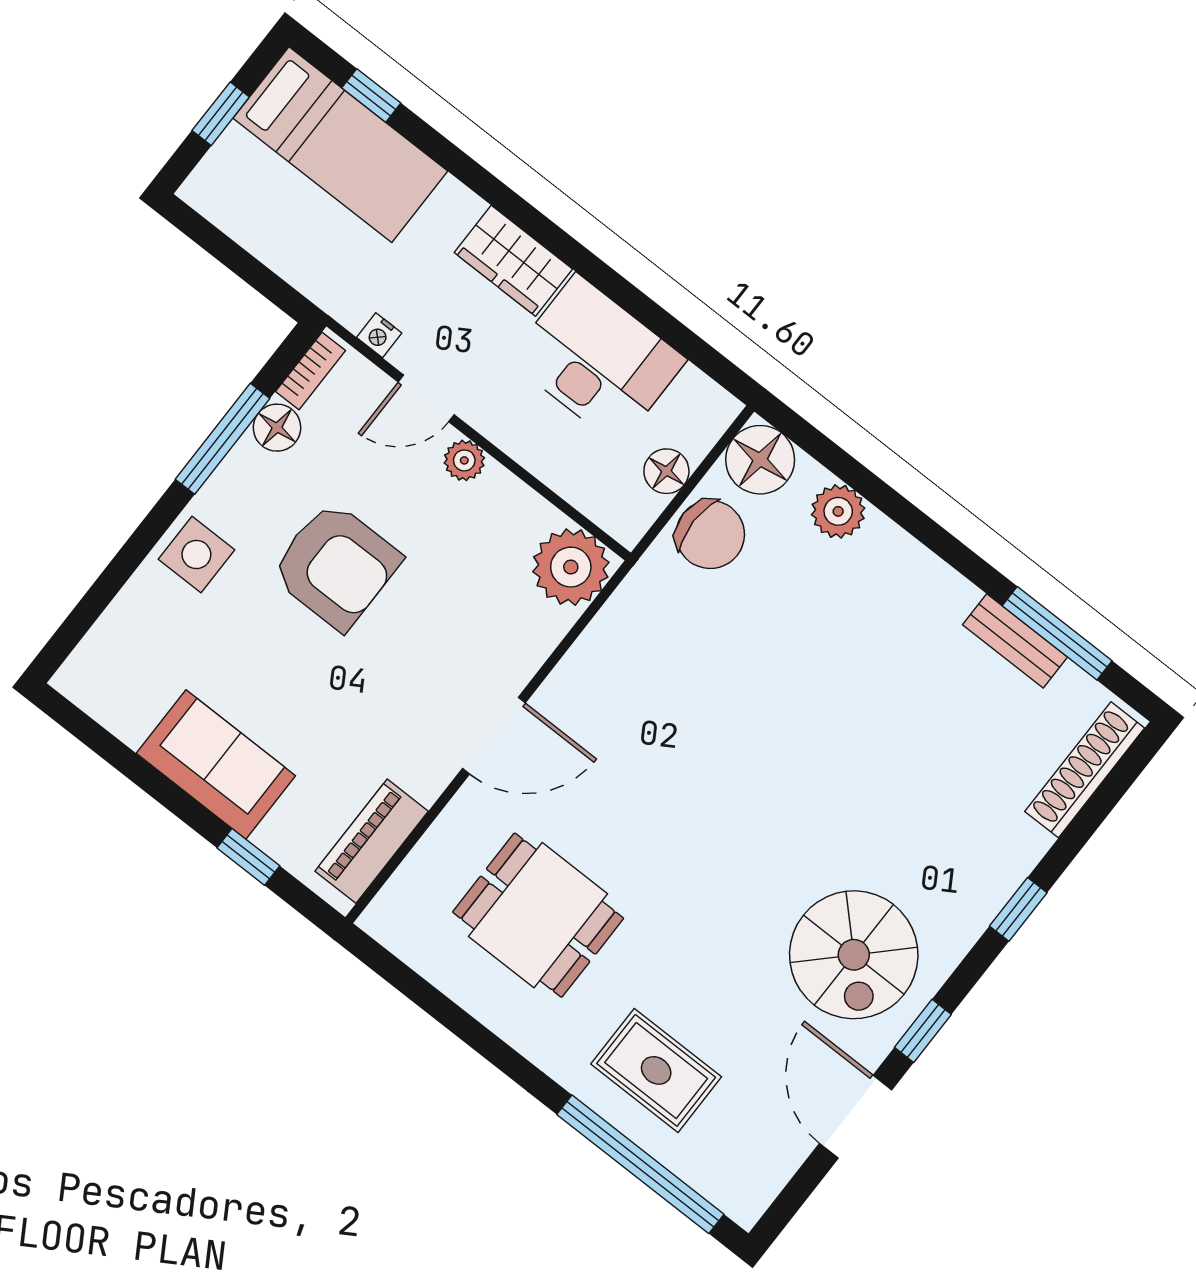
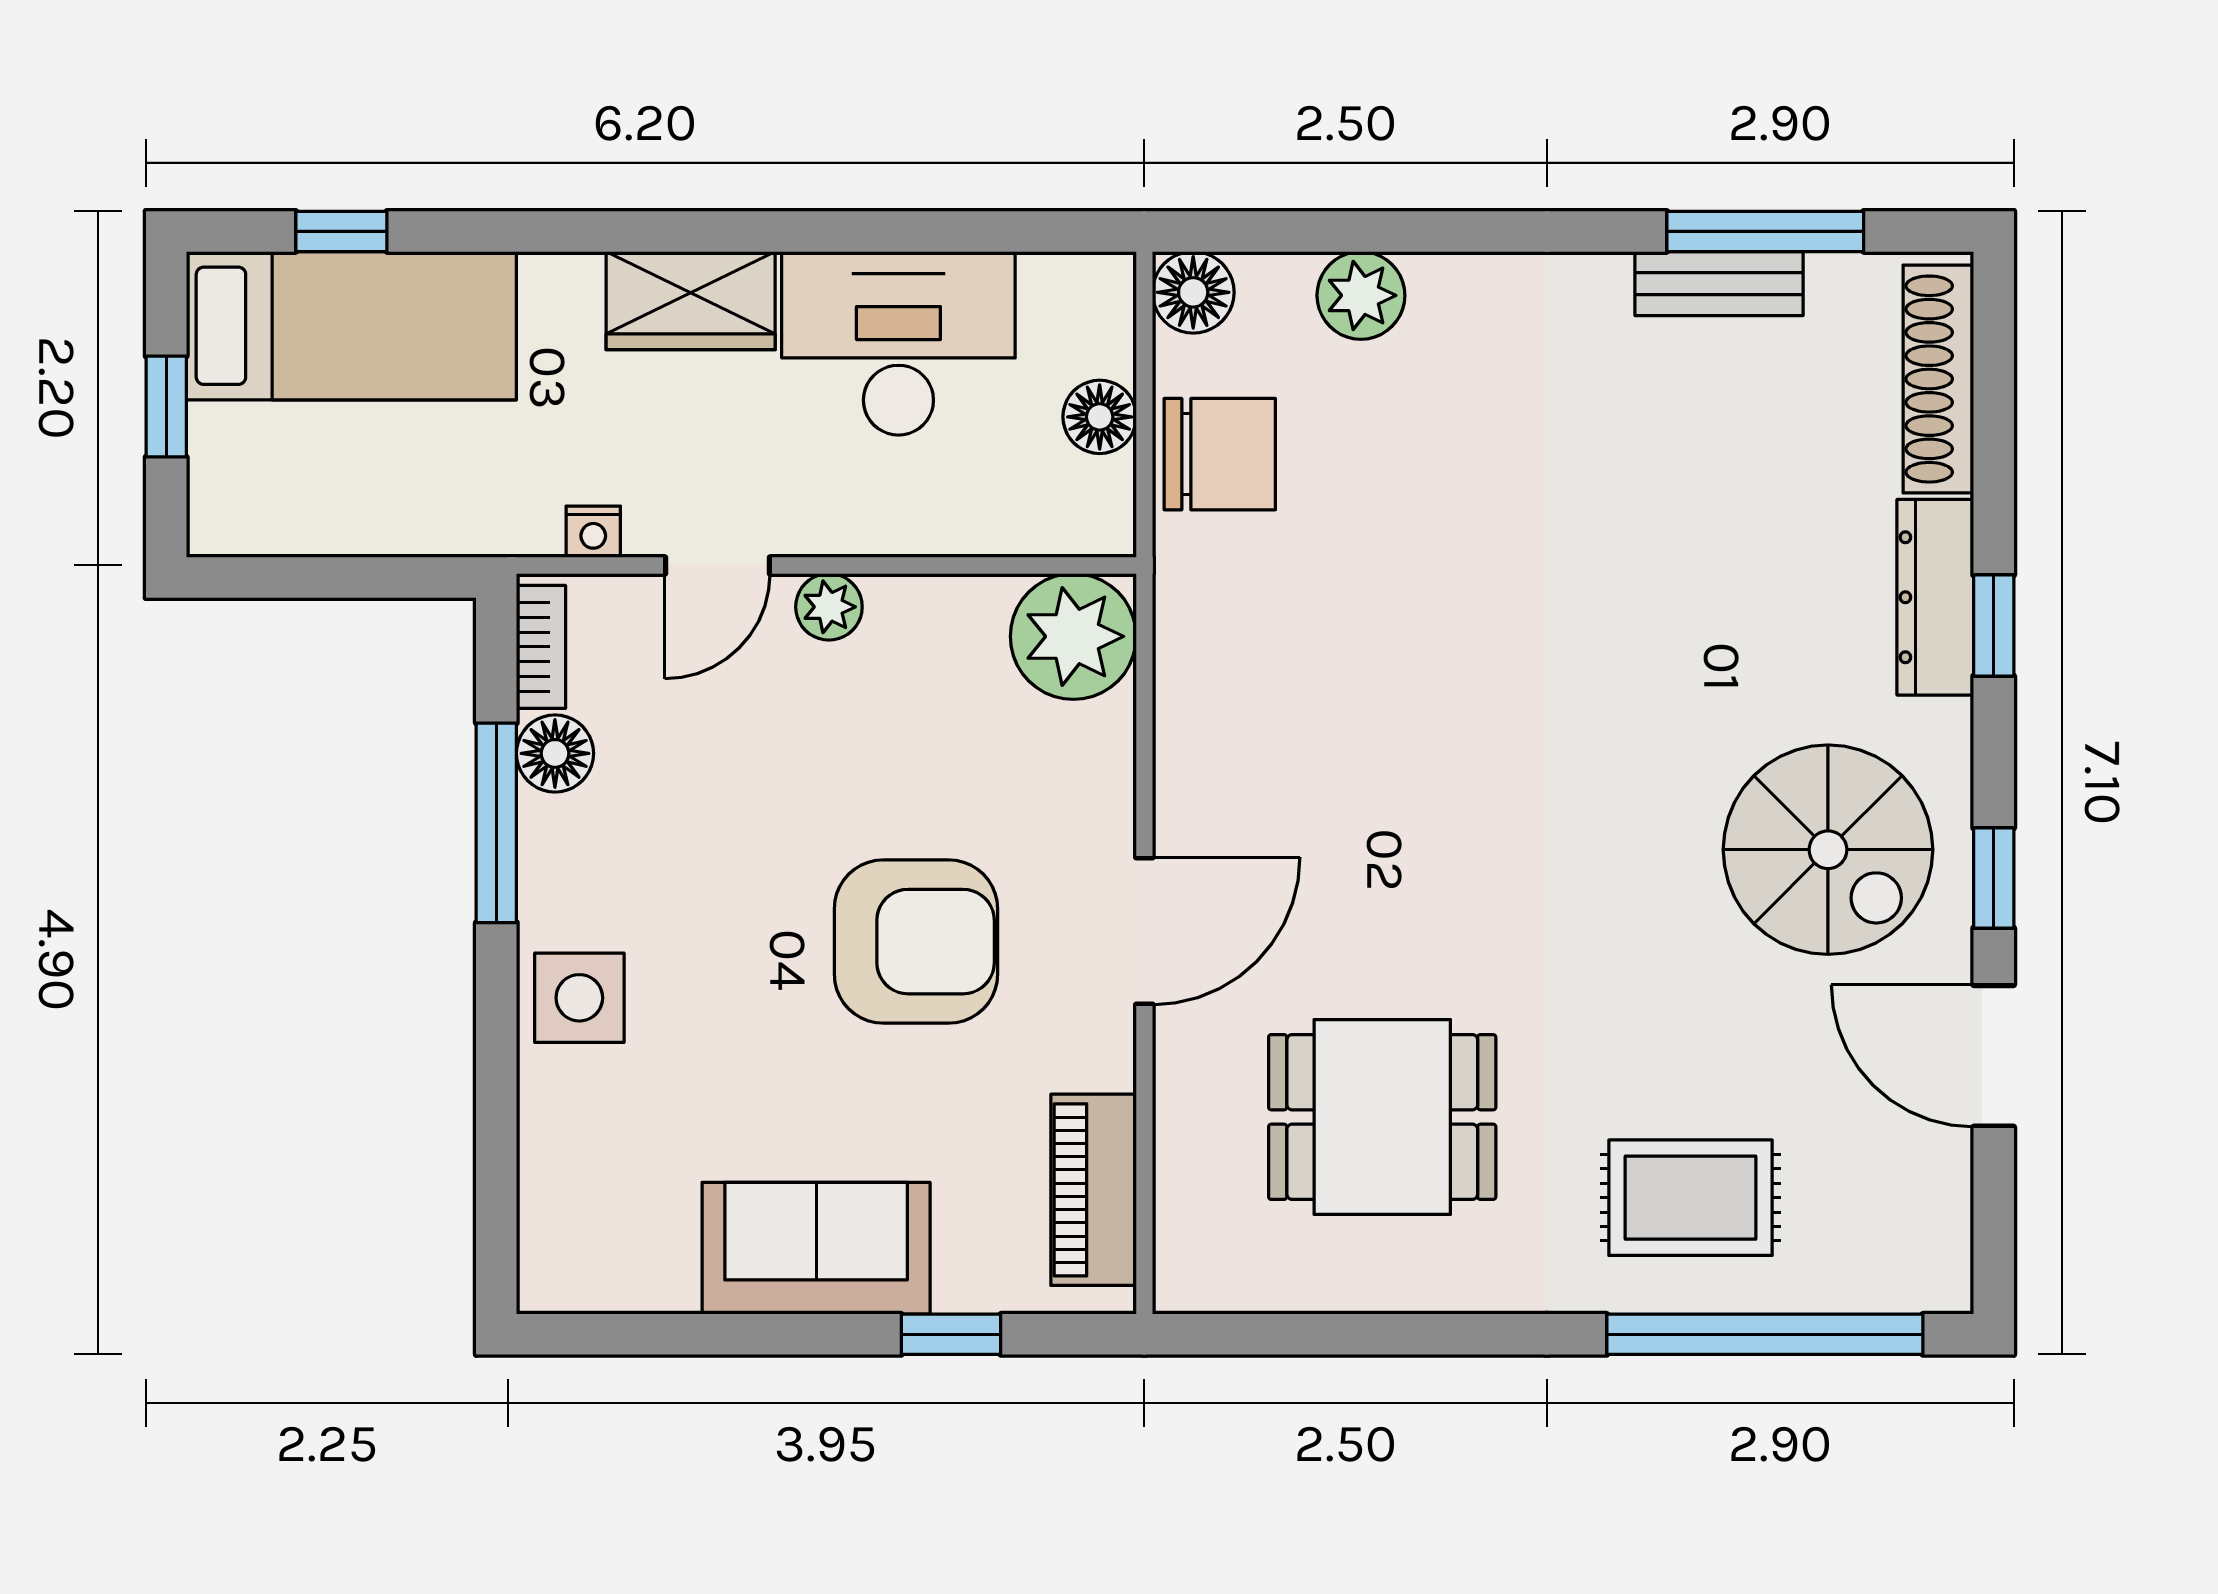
floor lamp: (760, 460) -> (1193, 292), width x0.73, depth x0.73
armchair: (336, 566) -> (916, 942), moved
dresser: (1001, 874) -> (1935, 597), added

